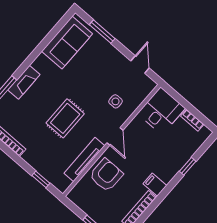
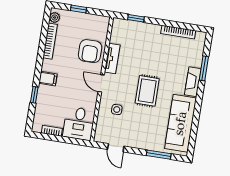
sofa: (67, 43) -> (180, 123), width x1.36
rug: (65, 118) -> (147, 91), moved
tv unit: (84, 159) -> (112, 59), width x0.71
filing cabinet: (155, 185) -> (48, 79), moved

